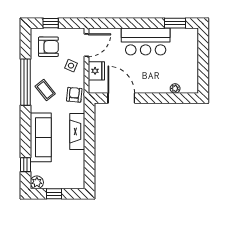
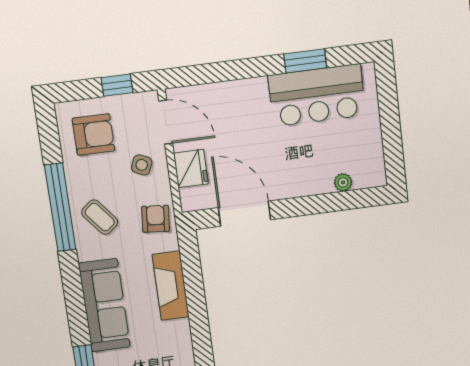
window: (51, 23) -> (117, 85), moved
window: (175, 23) -> (305, 61), moved
bar counter: (146, 42) -> (317, 95), moved
door: (87, 45) -> (166, 122), hinge flipped

